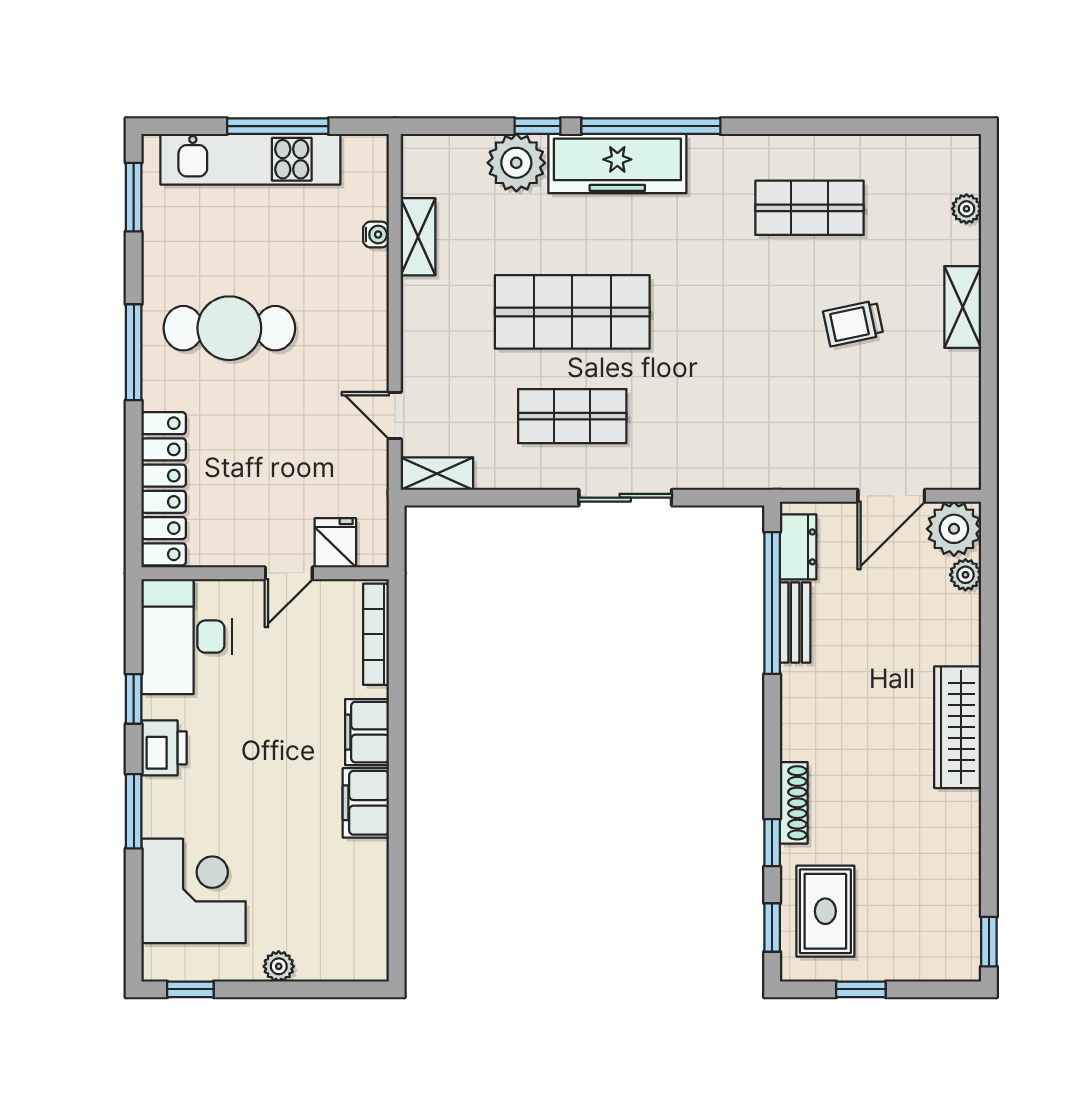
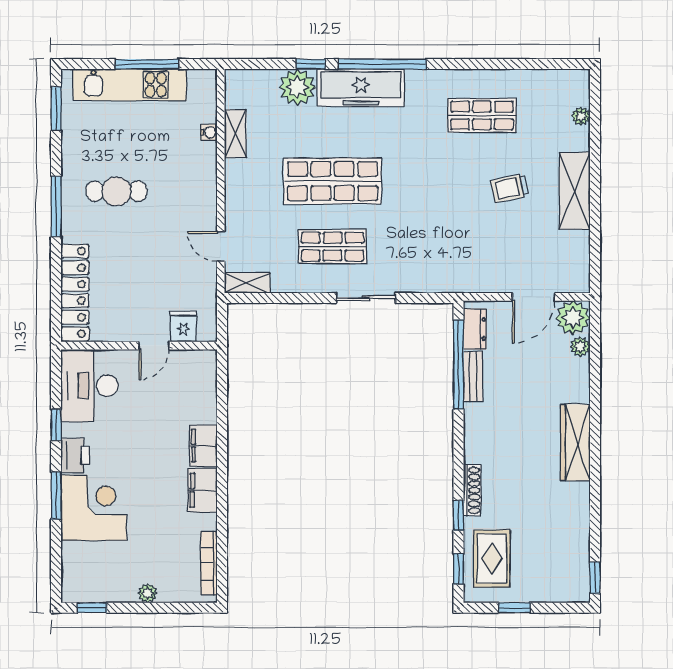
shelving: (963, 307) -> (575, 191), width x1.50, depth x1.33
cafe table: (229, 328) -> (116, 191), width x0.73, depth x0.74
bookcase: (376, 634) -> (209, 563), moved
corner desk: (193, 891) -> (94, 508), moved

